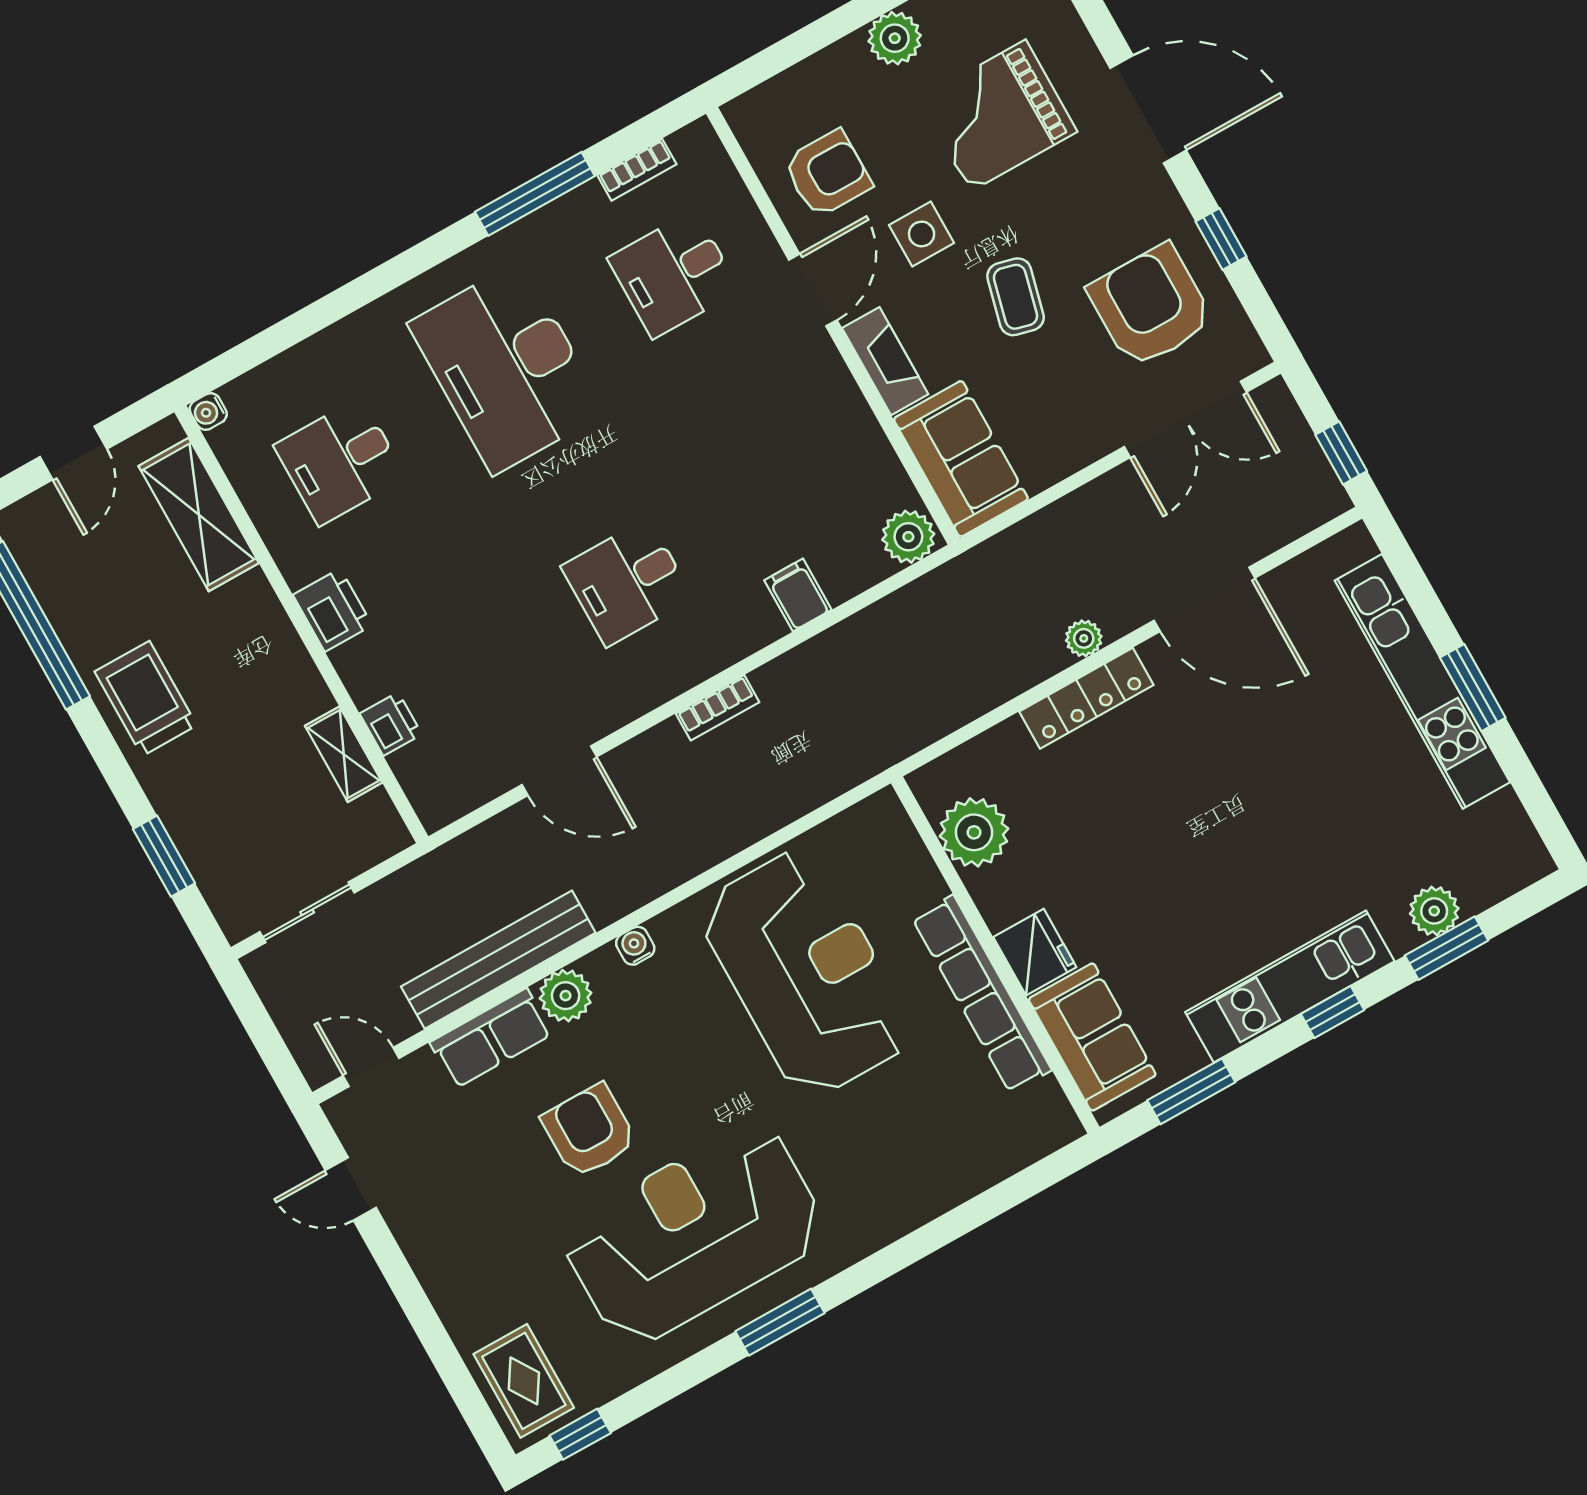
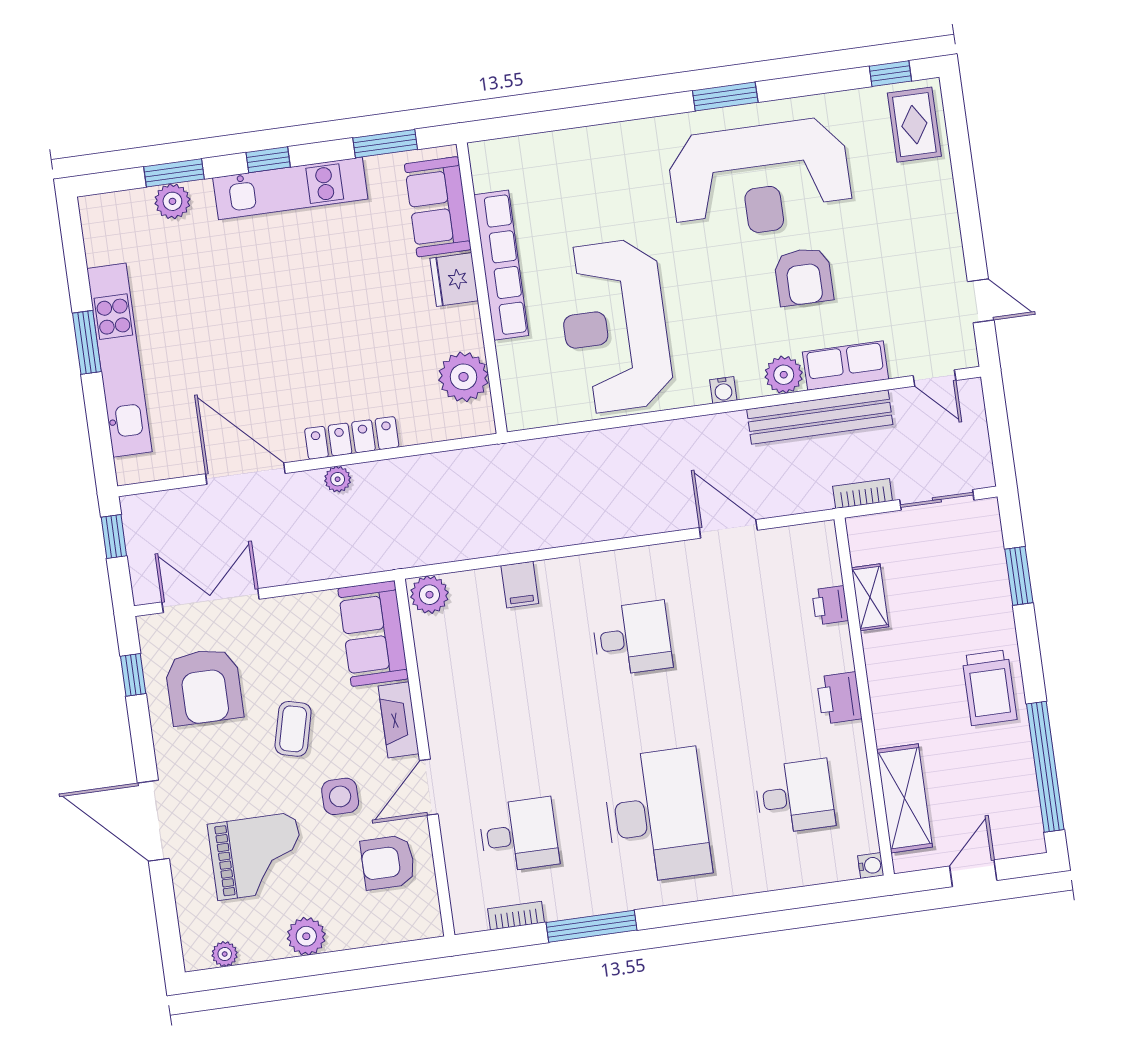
window: (1221, 239) -> (133, 675), moved
bookcase: (718, 708) -> (863, 494), moved

